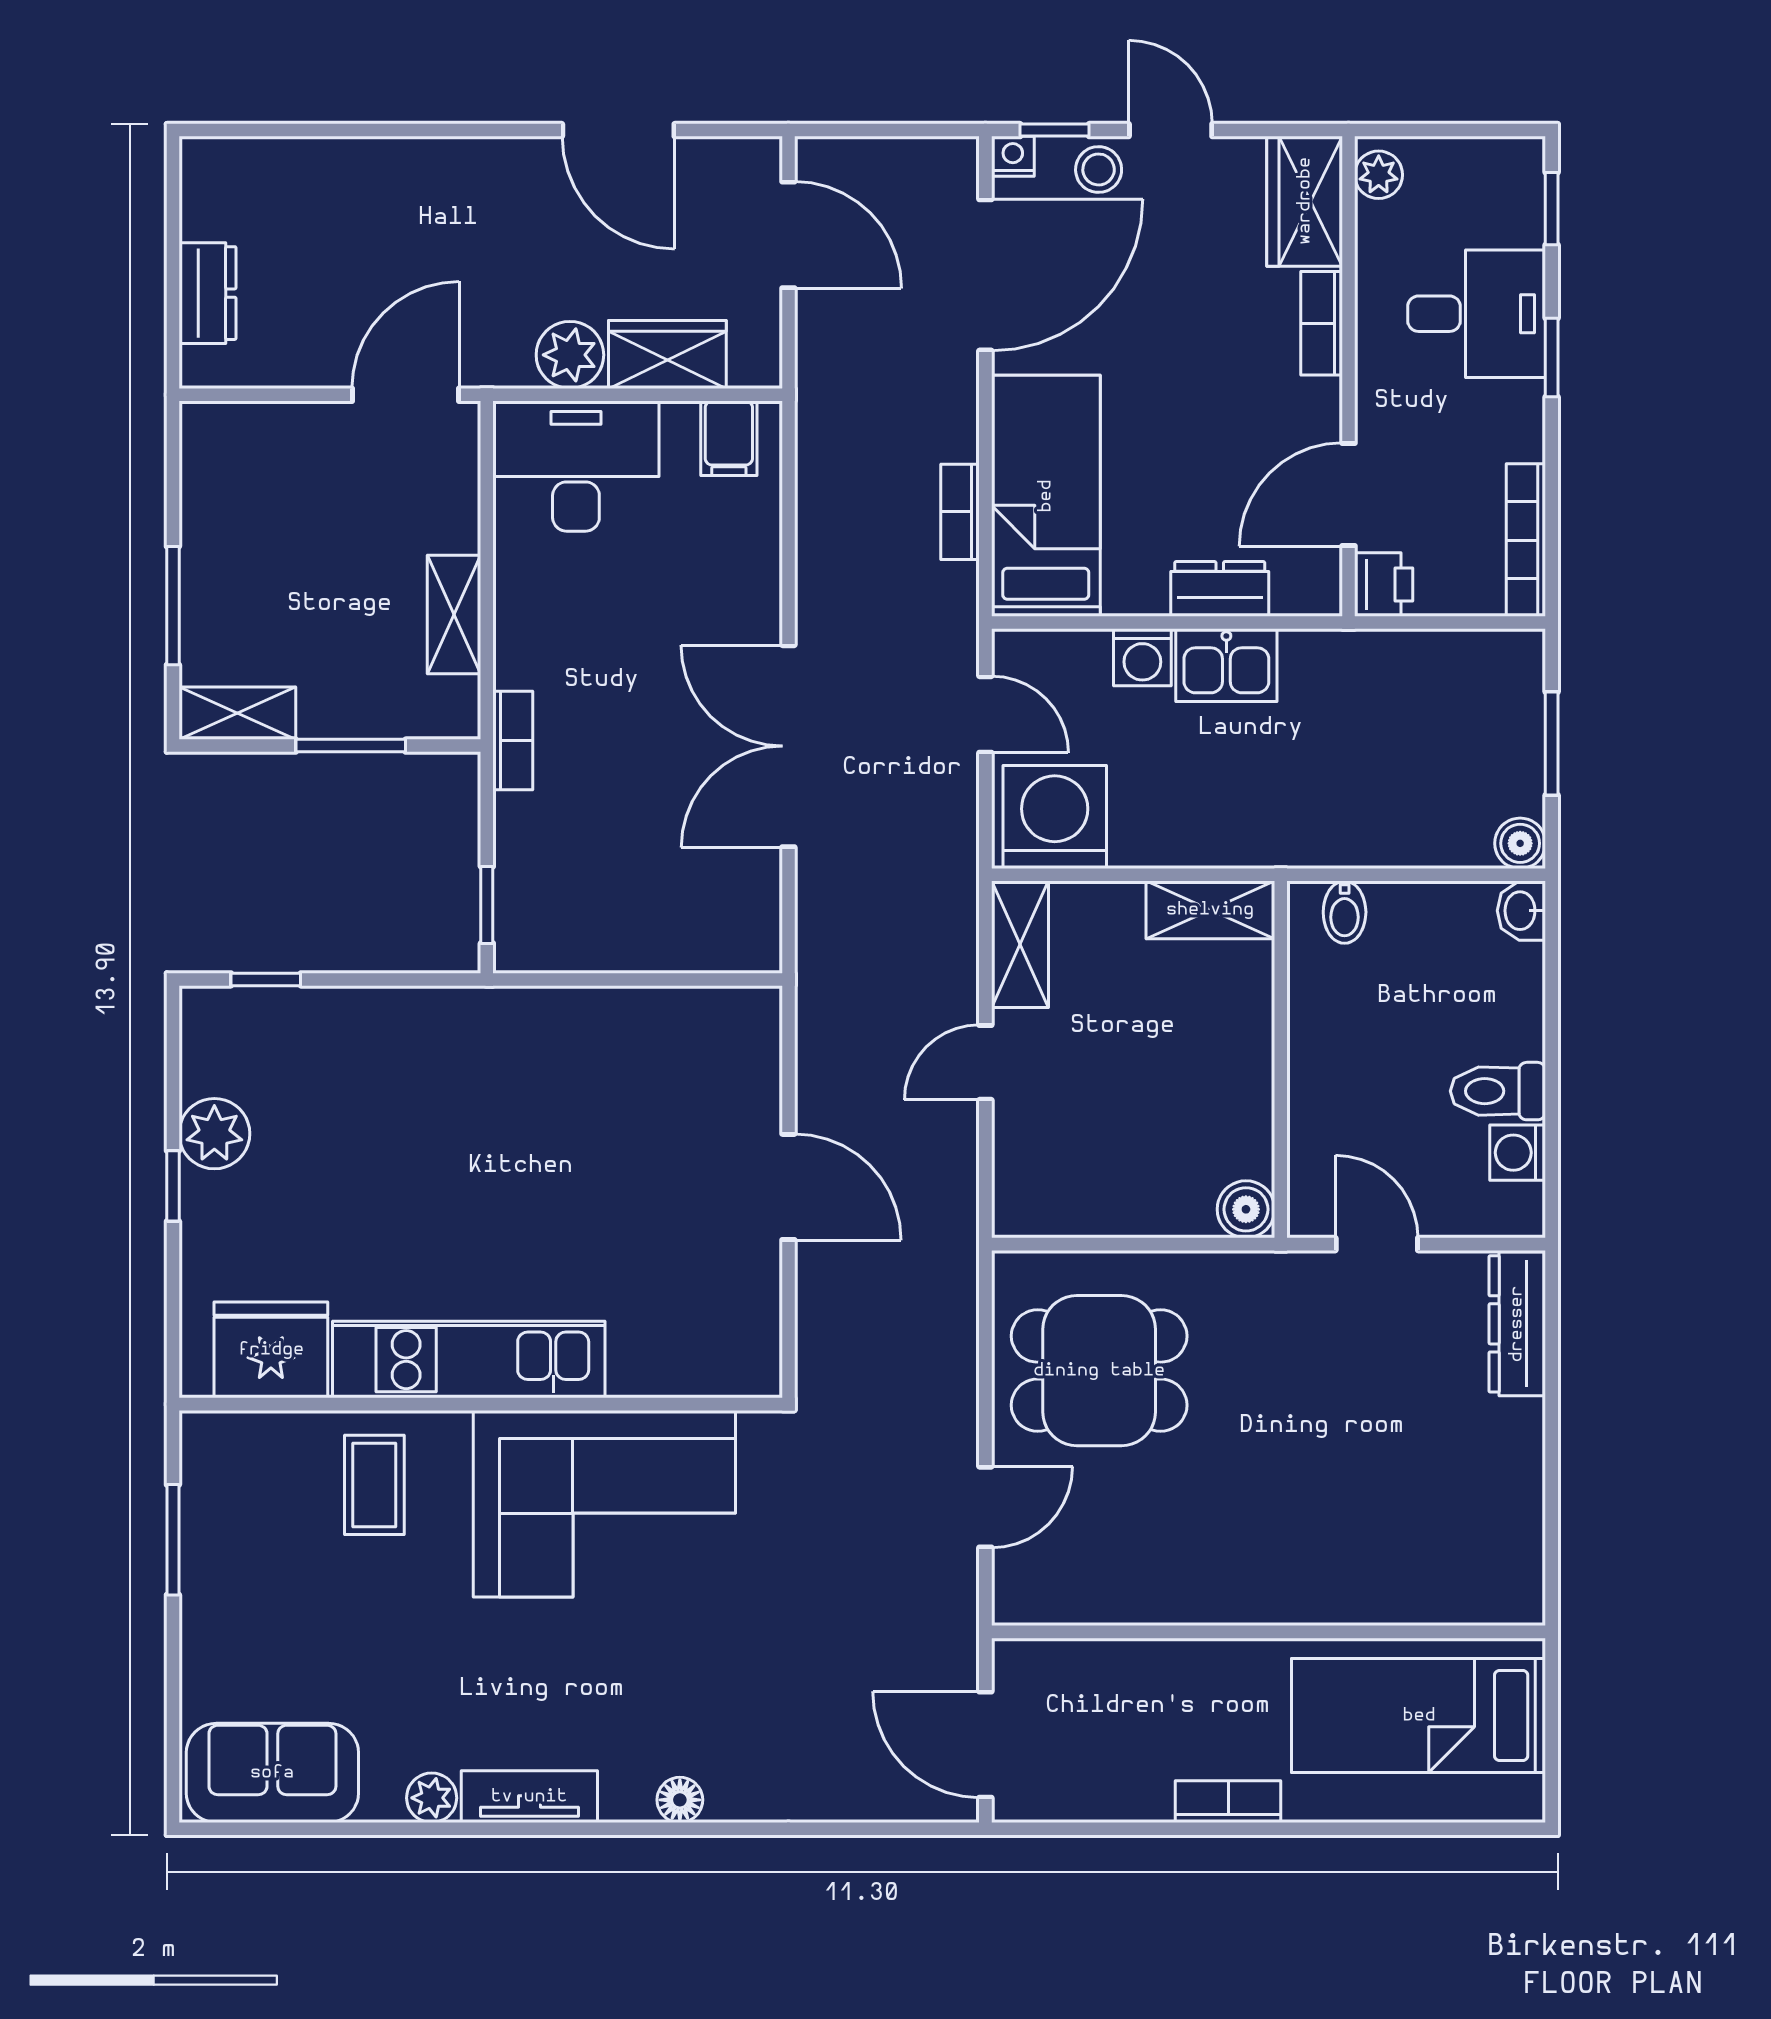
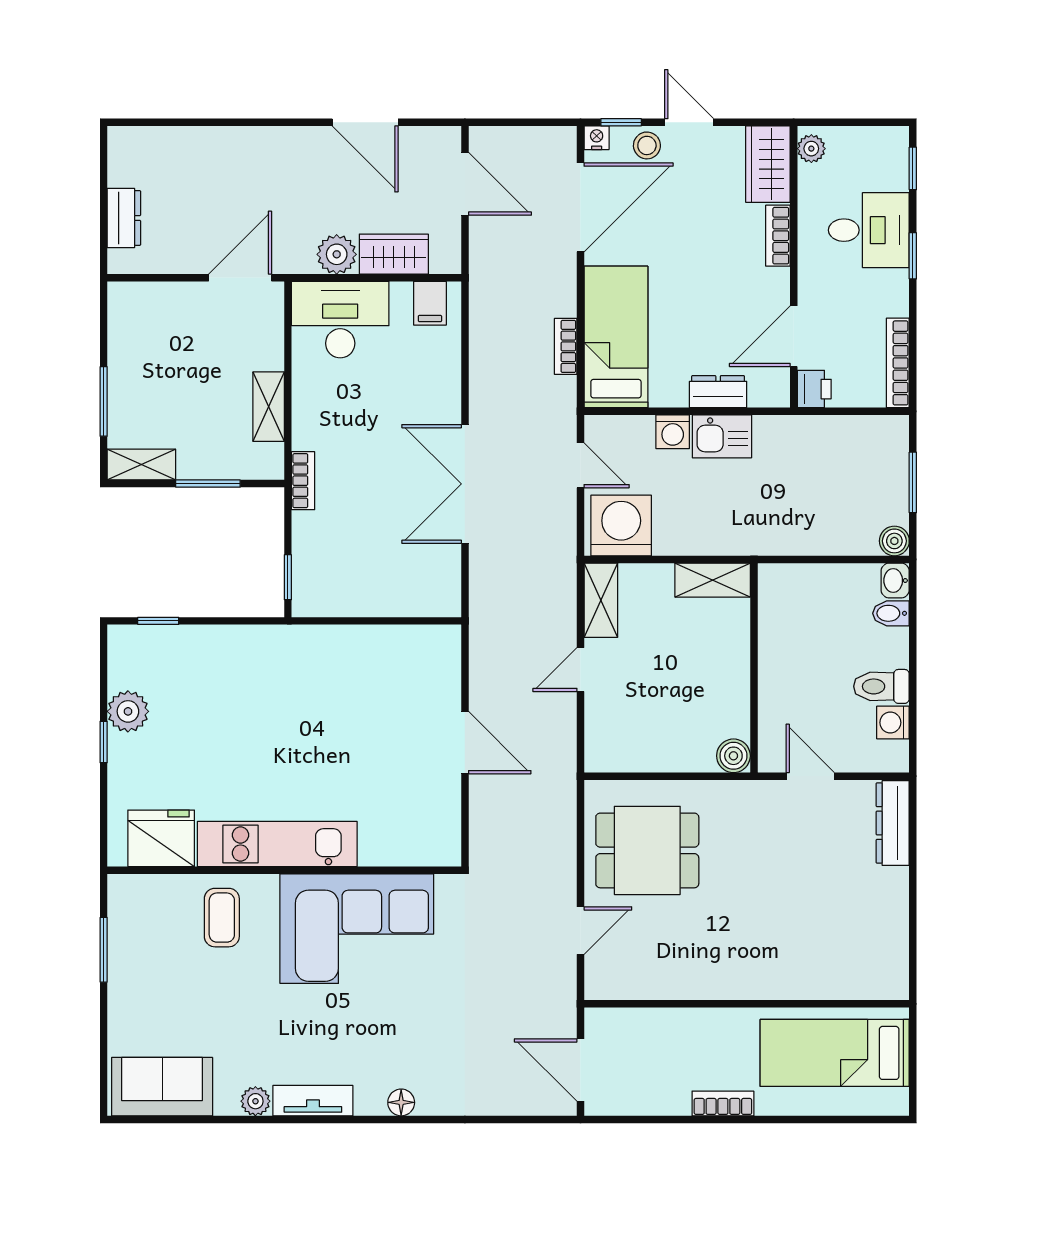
bidet: (1345, 912) -> (891, 613), moved, turned 90

